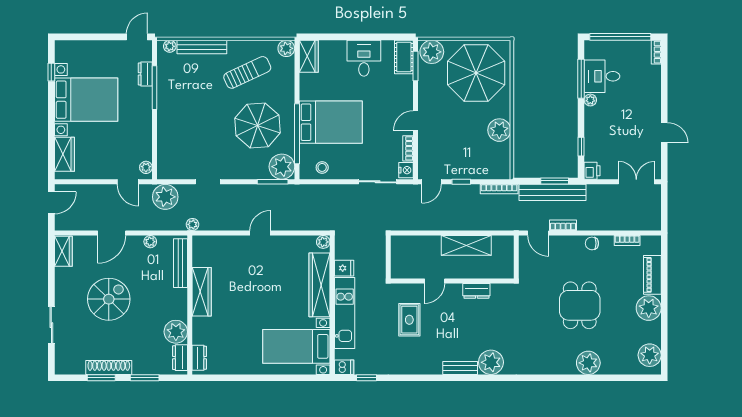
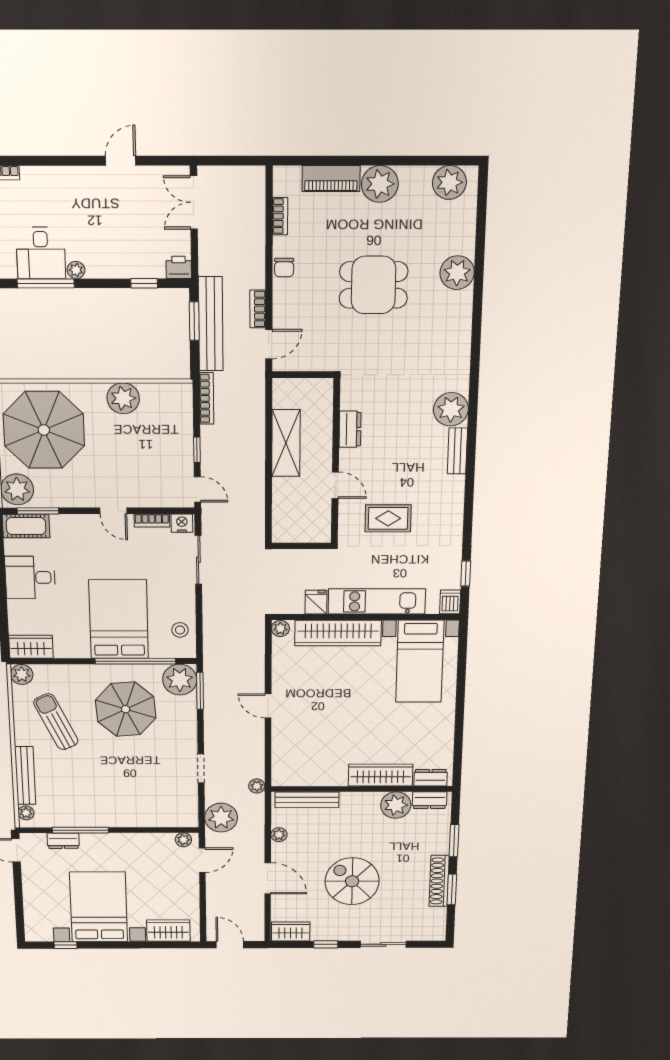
window: (51, 279) -> (326, 944), added
wardrobe: (202, 292) -> (381, 775), moved

